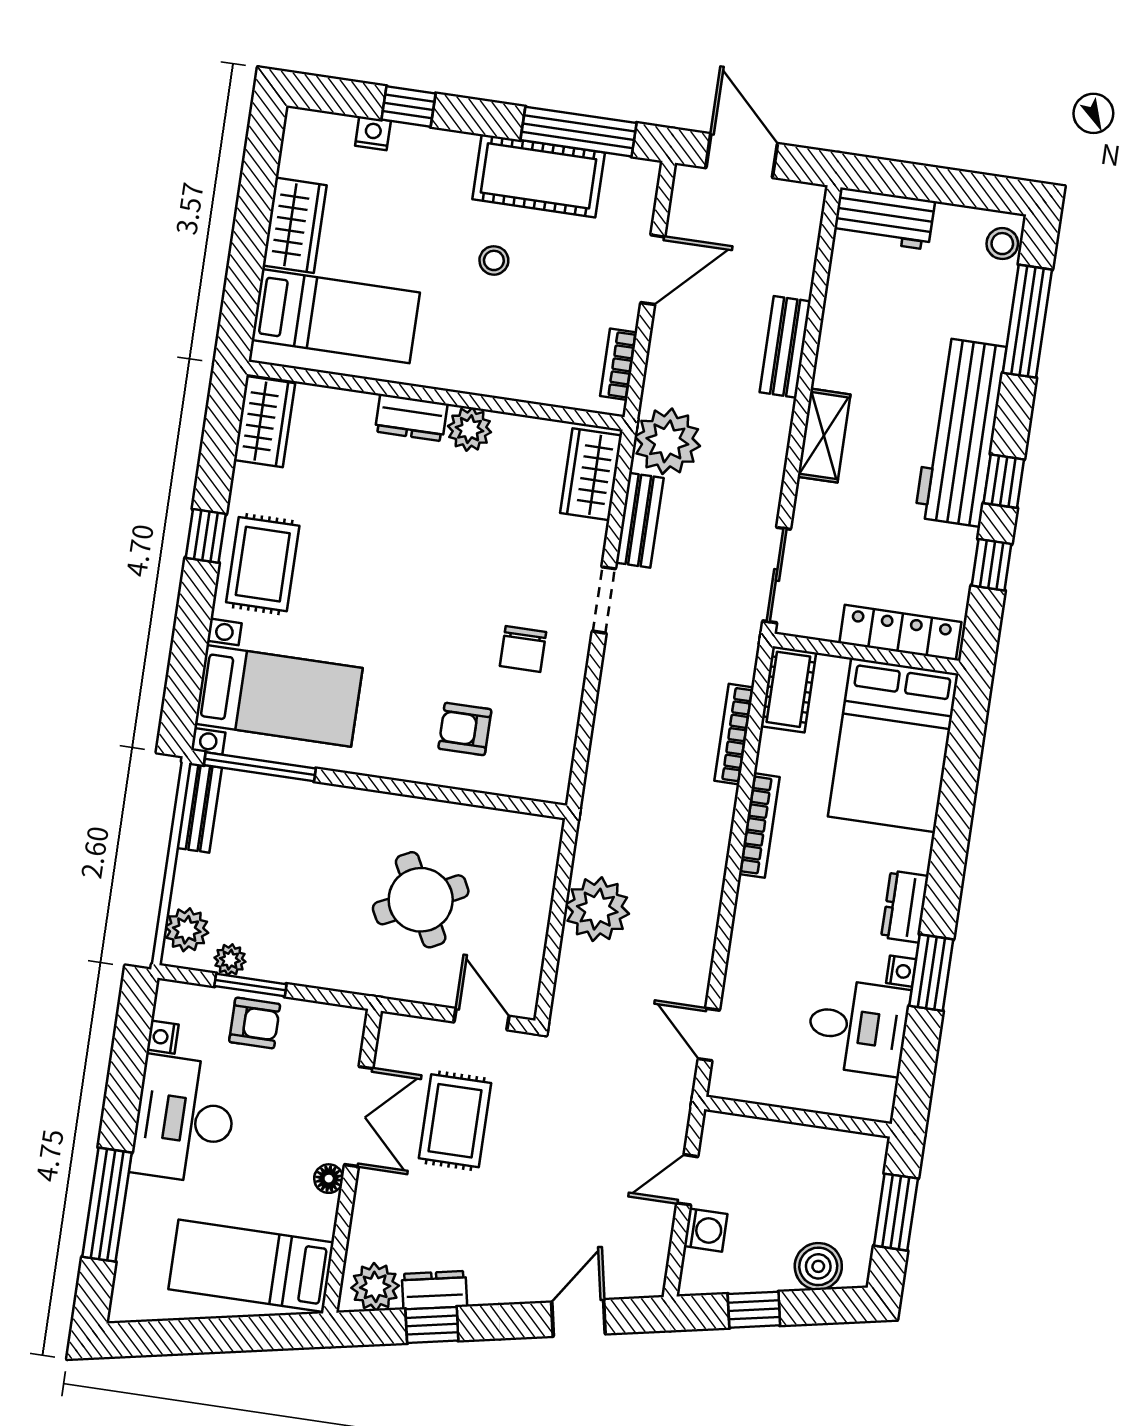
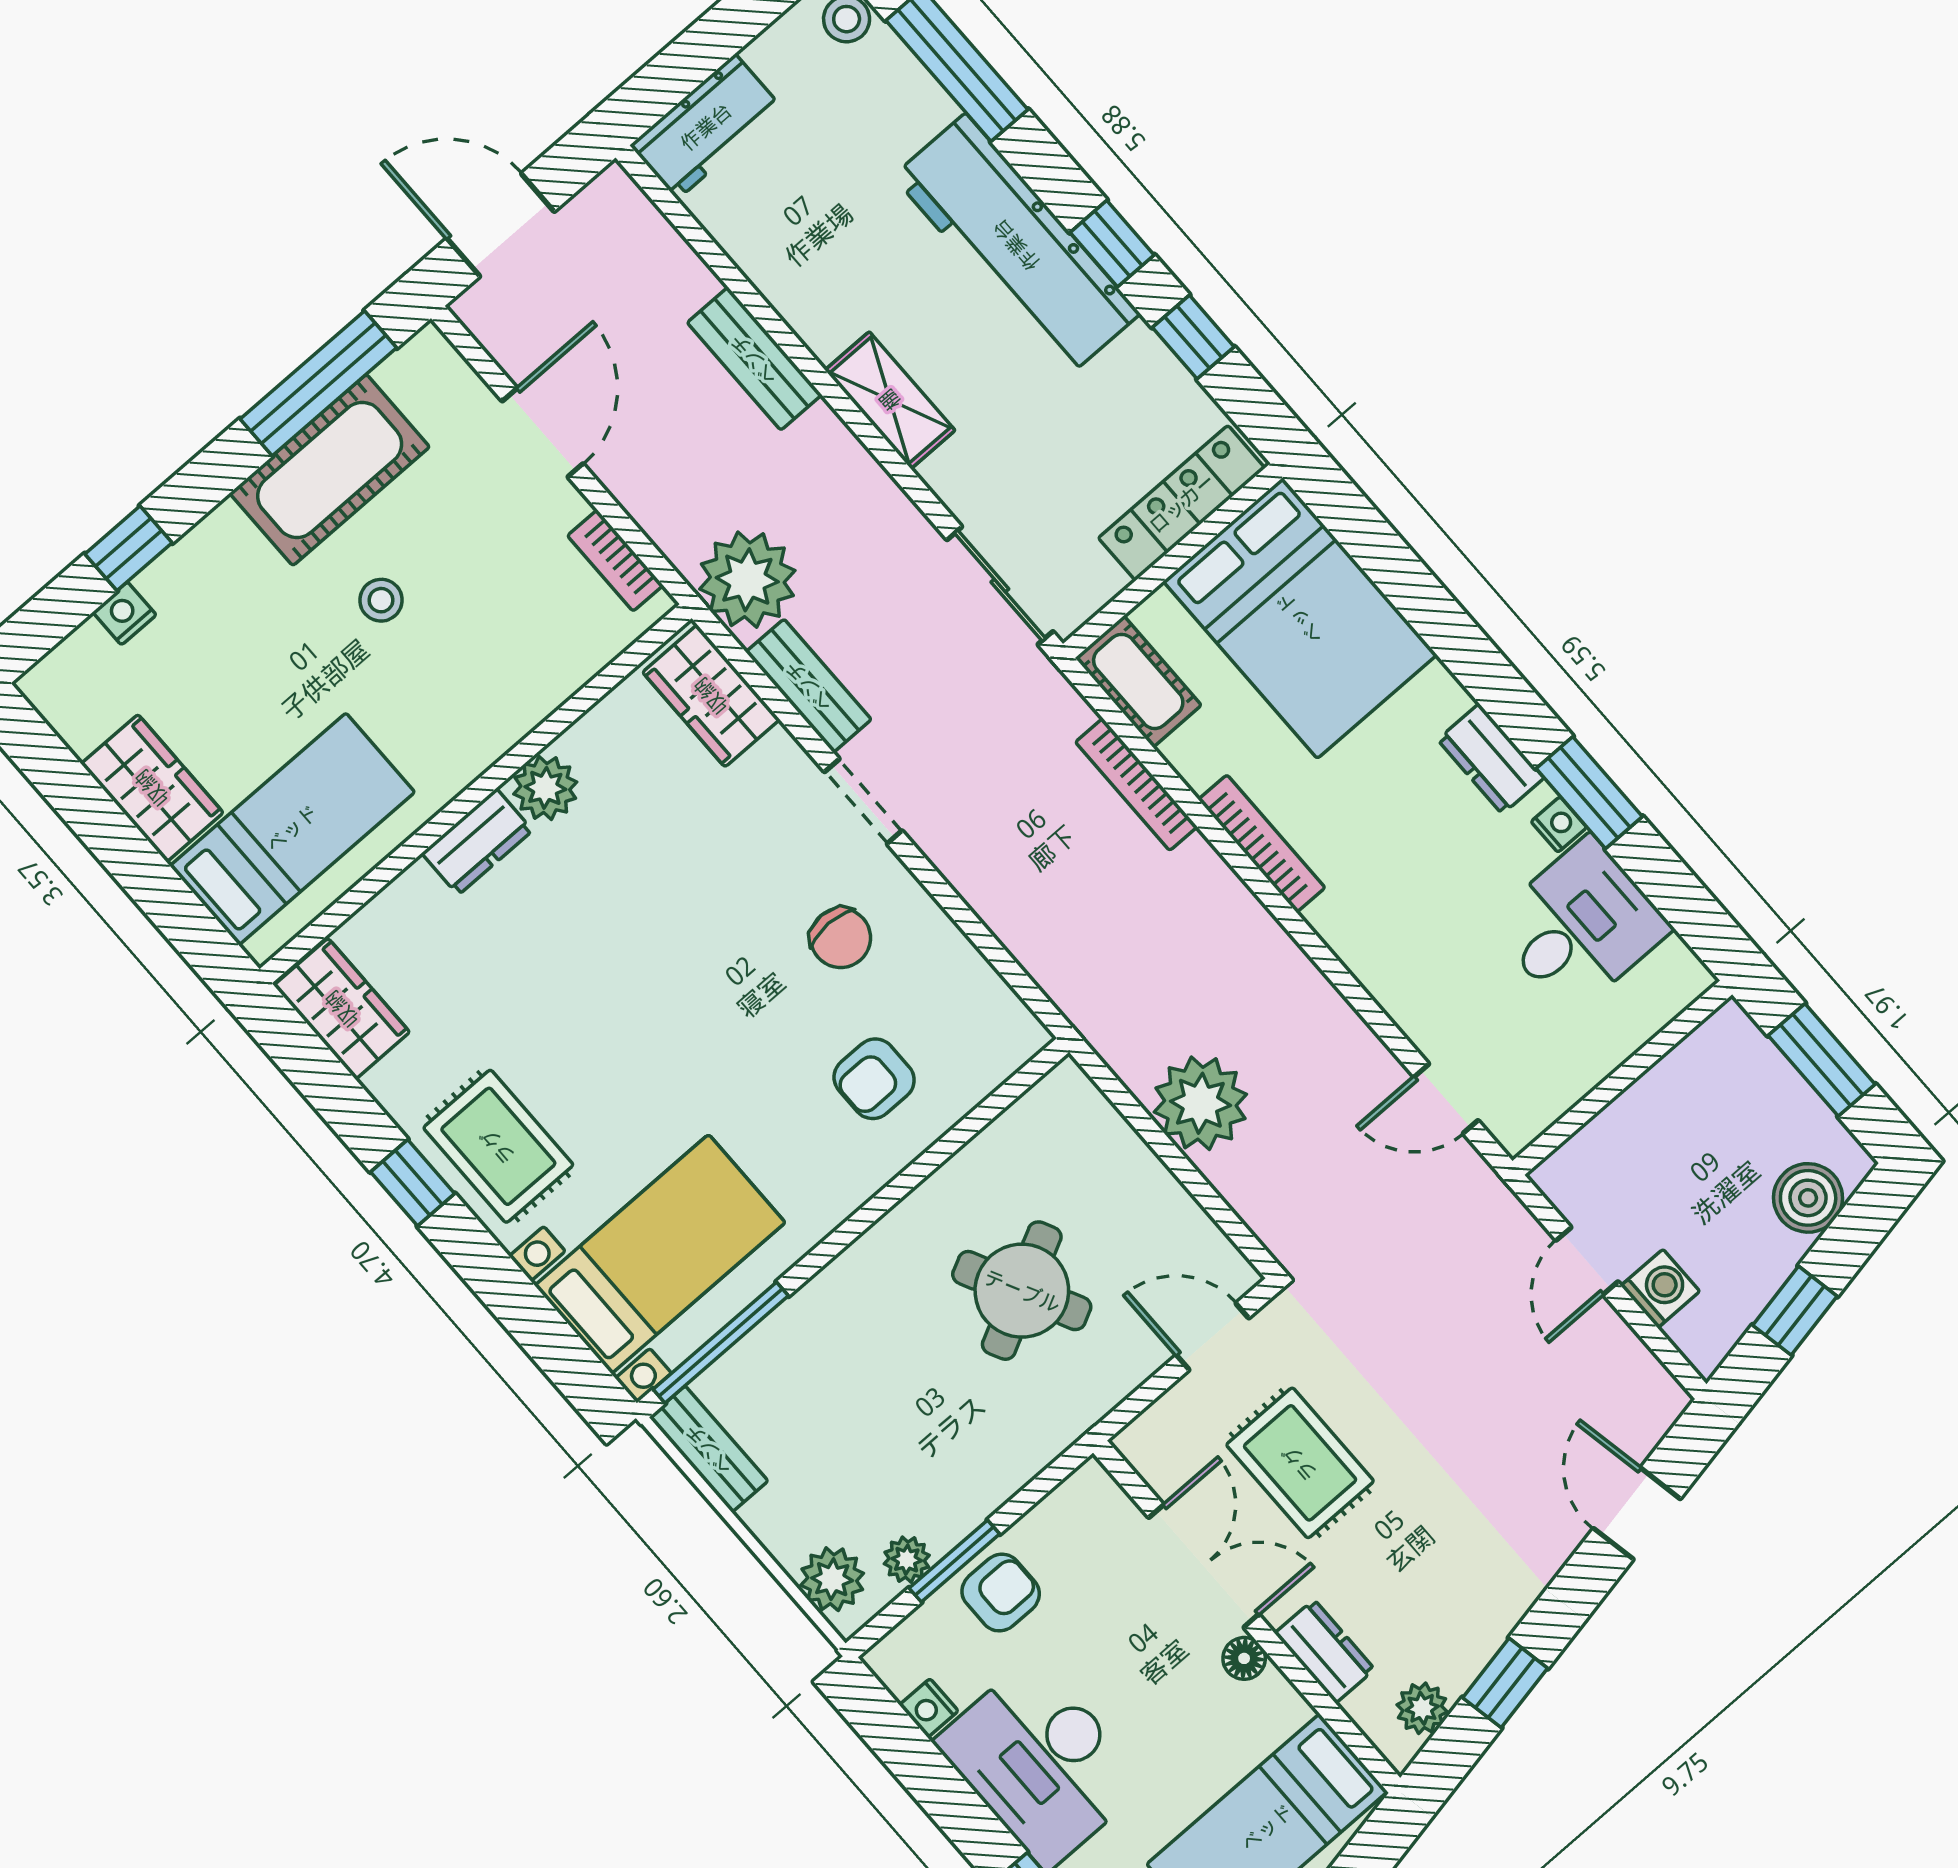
plant: (375, 1287) -> (1422, 1708), width x0.73, depth x0.73
dresser: (434, 1290) -> (1325, 1651), moved, turned 101

